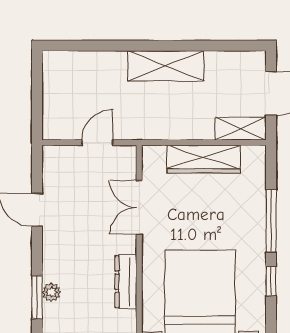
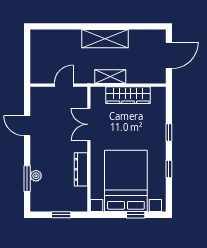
shelving: (241, 129) -> (110, 77), moved
window: (271, 221) -> (169, 133), width x0.46

